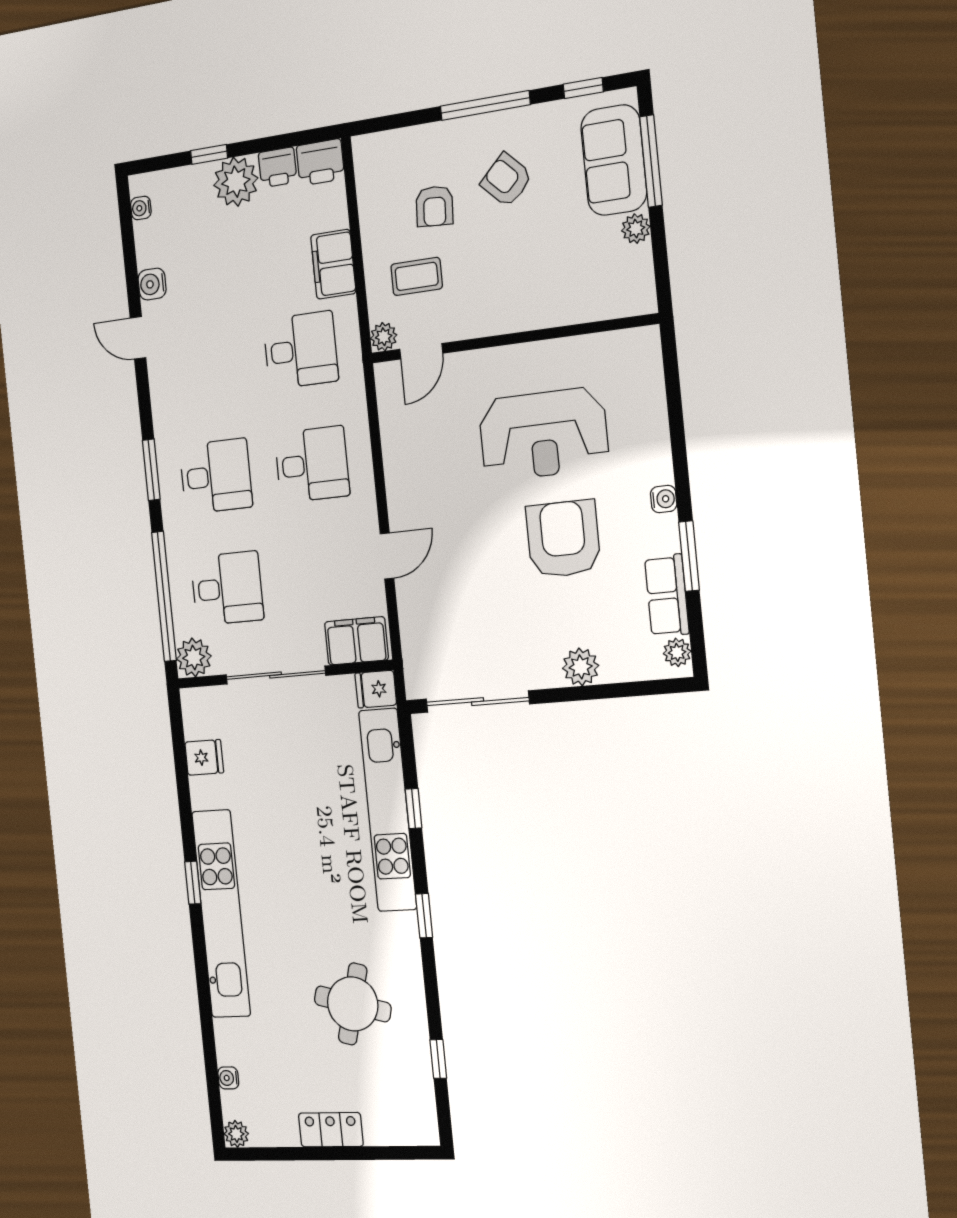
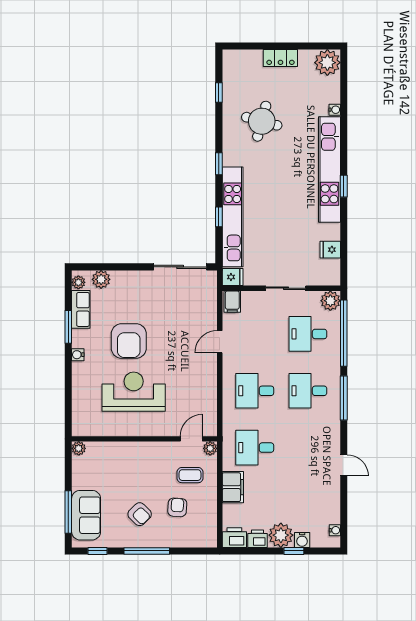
plant: (636, 229) -> (79, 448), moved
water cooler: (152, 284) -> (302, 540), moved, turned 90
window: (151, 470) -> (344, 398), width x1.44
filing cabinet: (356, 641) -> (232, 302), width x0.50
plant: (581, 667) -> (101, 279), moved
sliding door: (276, 675) -> (286, 288), width x0.73
water cooler: (228, 1078) -> (335, 110), moved
plant: (236, 1134) -> (327, 63), width x1.87, depth x1.87

